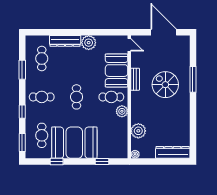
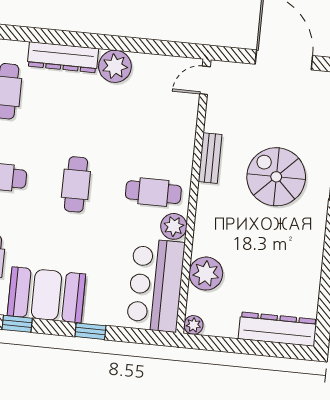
door: (129, 45) -> (205, 80), swing flipped
booth: (117, 71) -> (171, 135), removed
bar counter: (116, 138) -> (156, 285), added
booth: (74, 143) -> (46, 295), width x0.73, depth x0.70
window: (102, 162) -> (90, 331), moved

